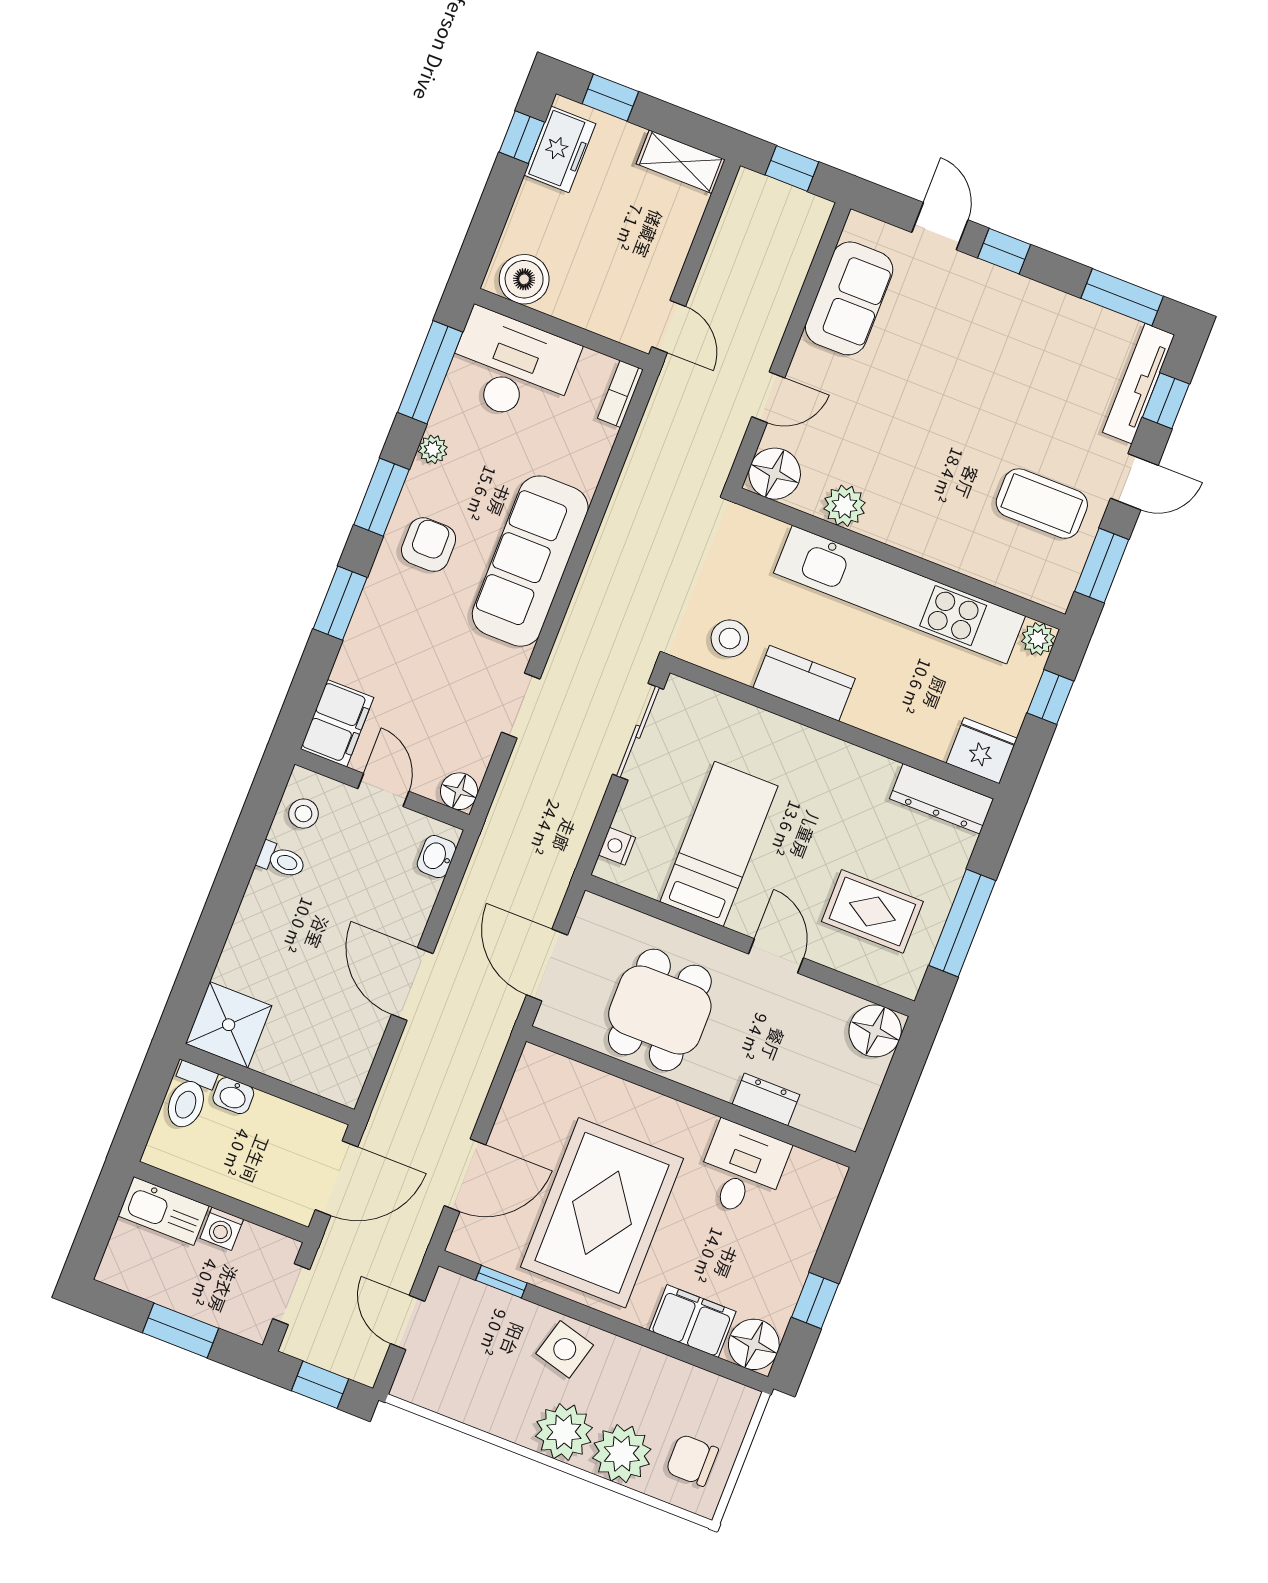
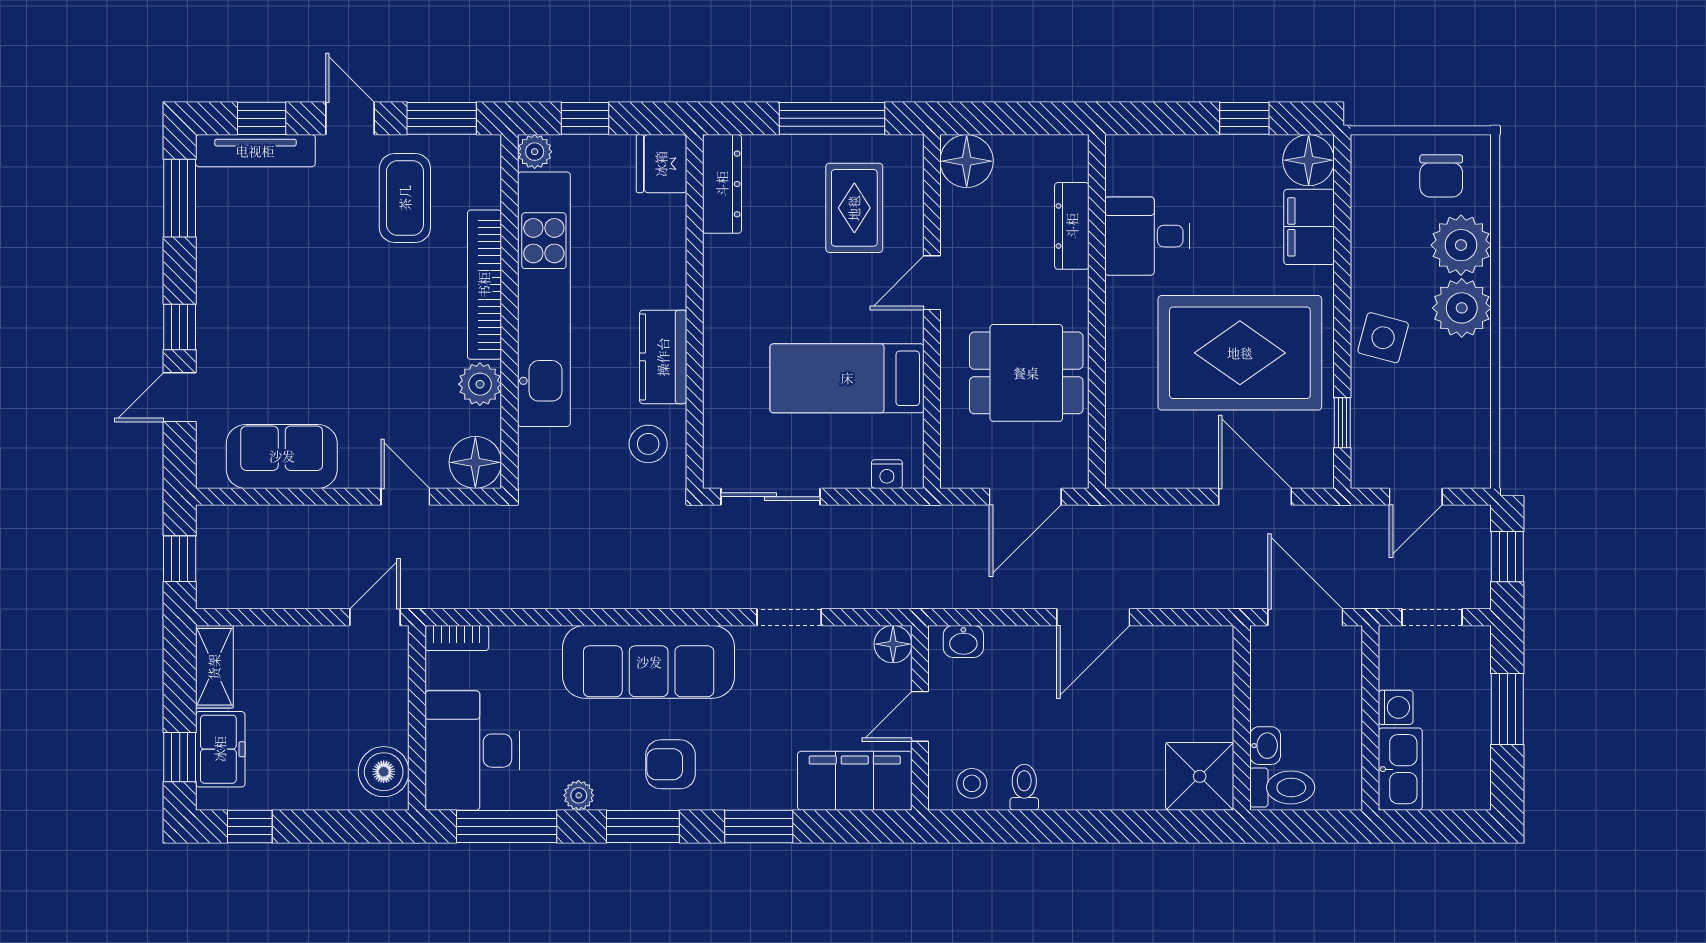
freezer: (560, 149) -> (220, 749), moved, turned 90
bookcase: (934, 545) -> (484, 285), added
filing cabinet: (337, 723) -> (855, 781), width x1.50, depth x1.17
dresser: (766, 1099) -> (1072, 226), width x1.44

